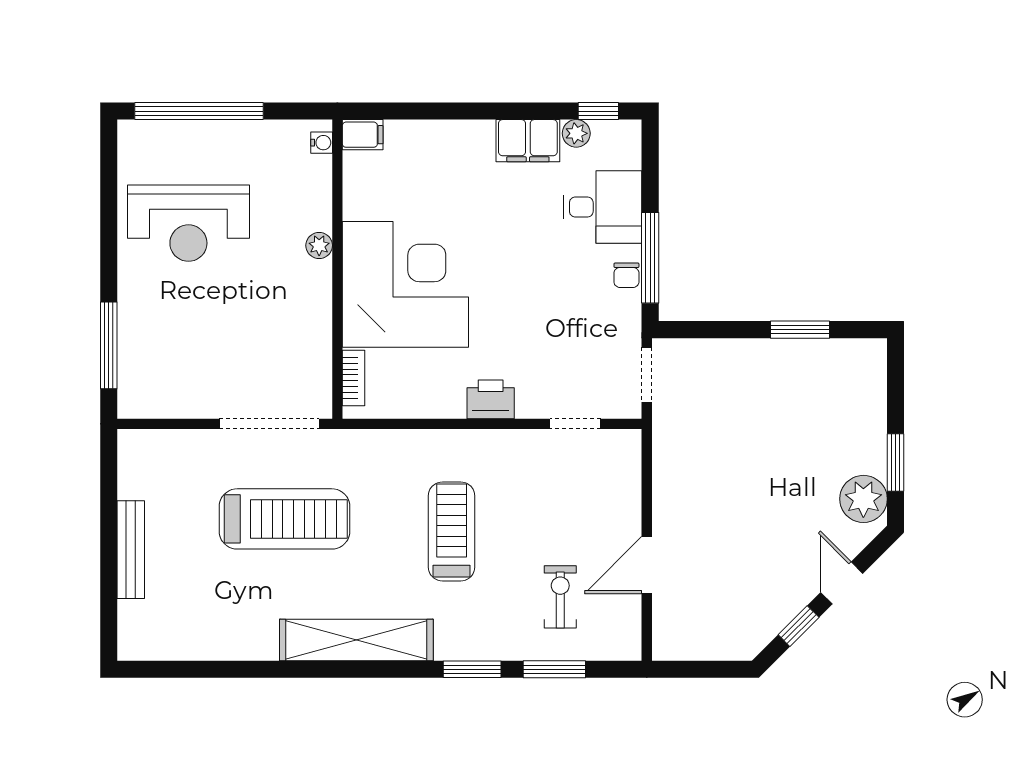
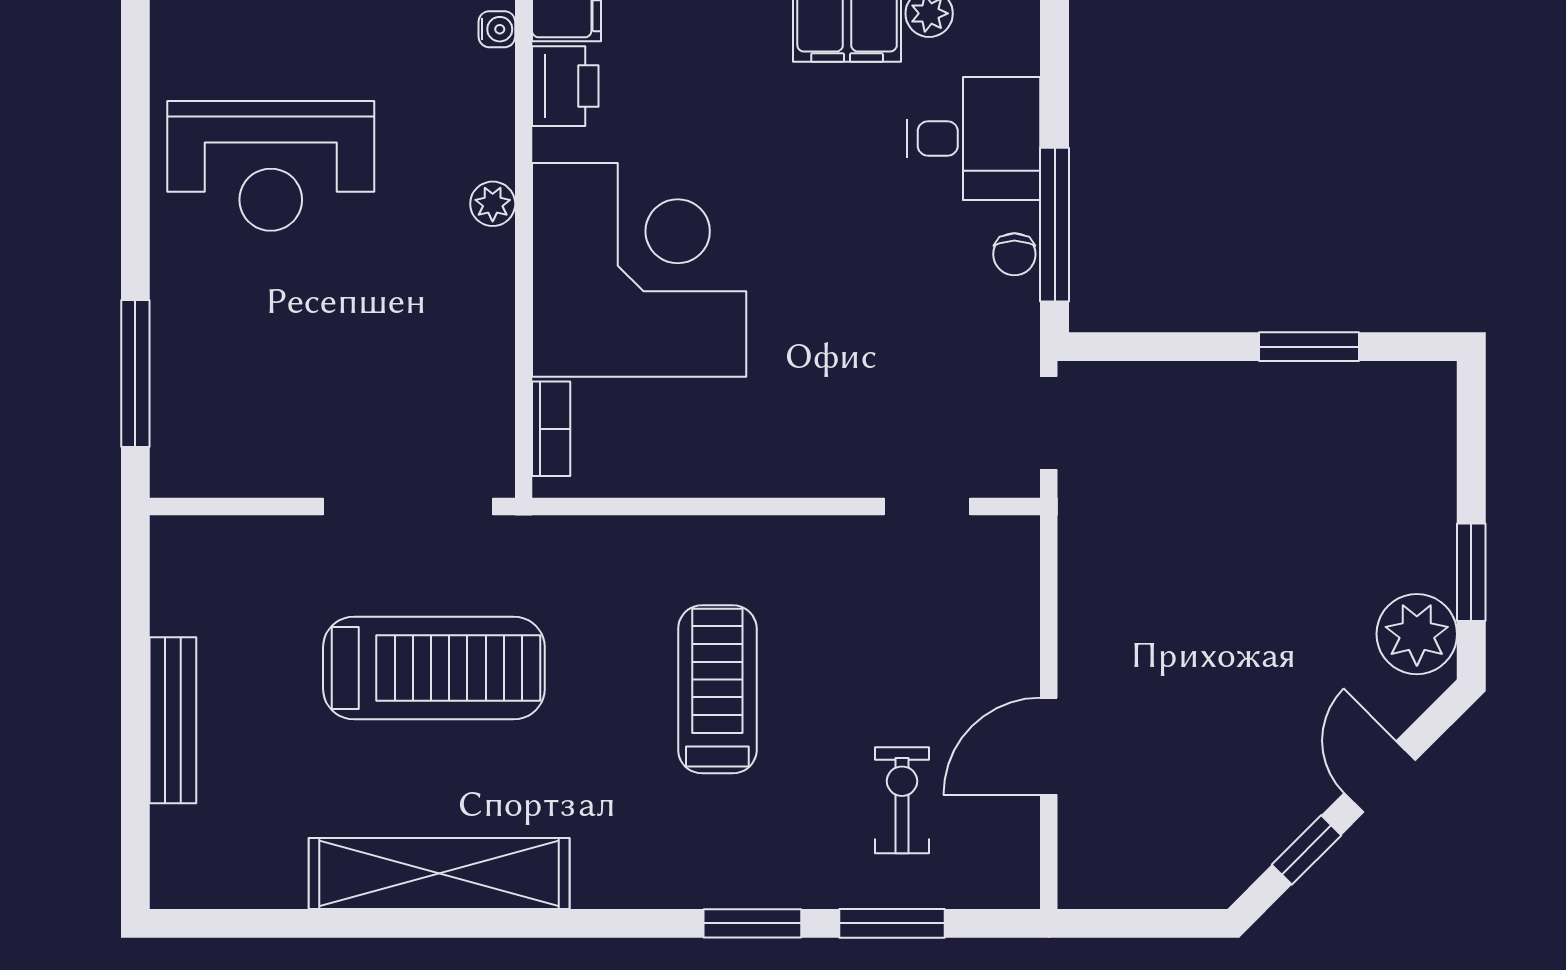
printer: (491, 399) -> (565, 86), moved, turned 90
shelving: (356, 640) -> (439, 873), moved

